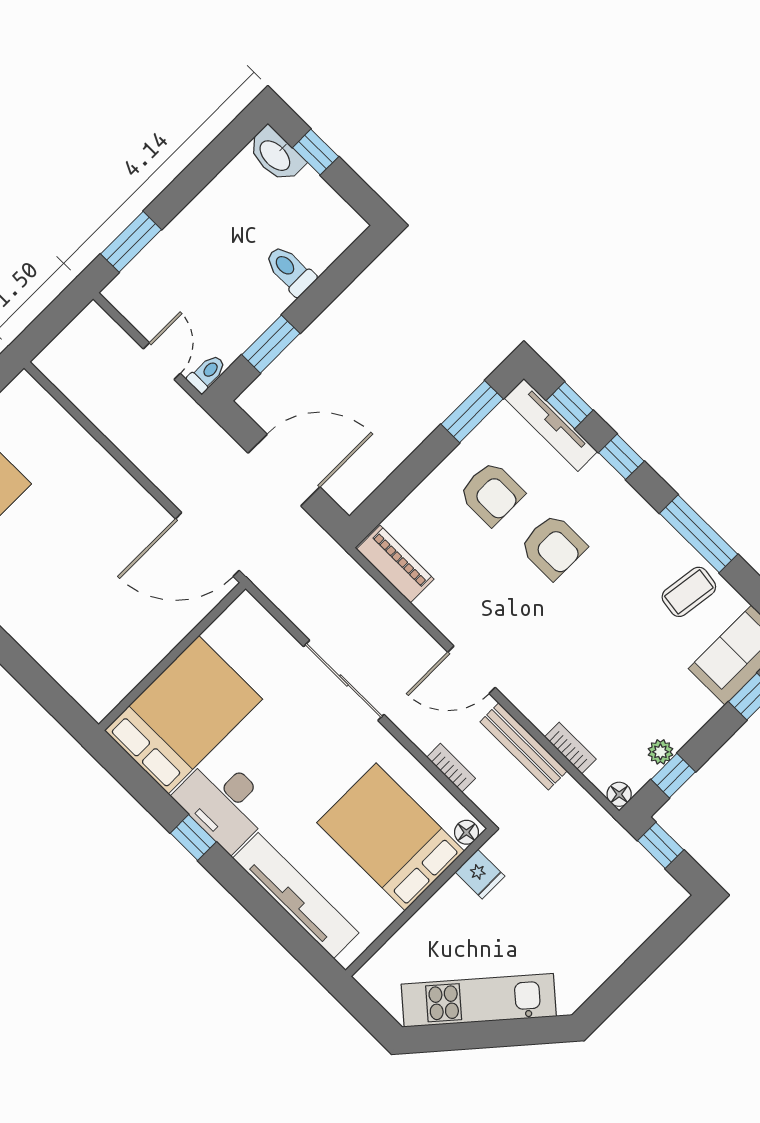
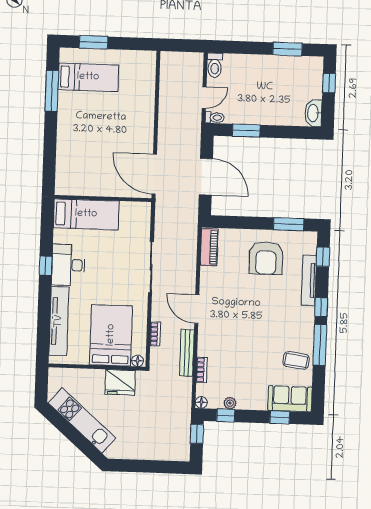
washbasin: (276, 155) -> (313, 113), moved
window: (131, 242) -> (287, 49), moved
toilet: (290, 270) -> (215, 65), moved, turned 180
tv unit: (551, 425) -> (309, 280), moved
window: (621, 457) -> (321, 307), moved
armchair: (492, 493) -> (266, 258), width x1.36, depth x1.36
armchair: (553, 547) -> (267, 297), removed
bed: (183, 715) -> (86, 214), width x0.67
fridge: (480, 874) -> (120, 382), width x1.88, depth x1.34

